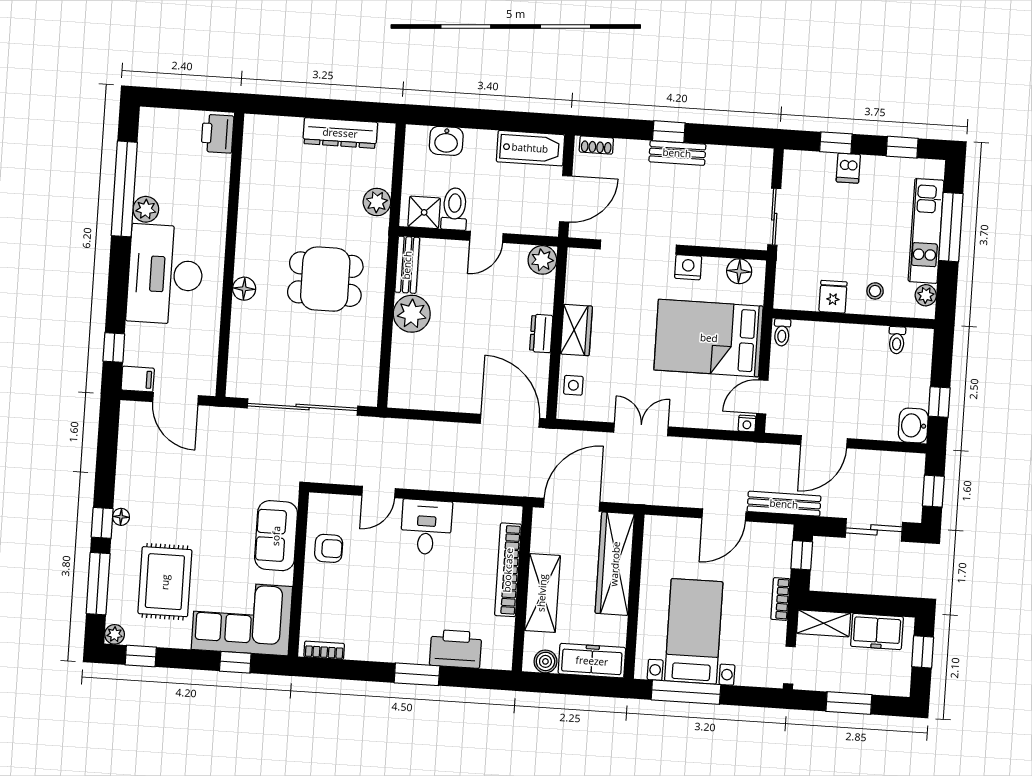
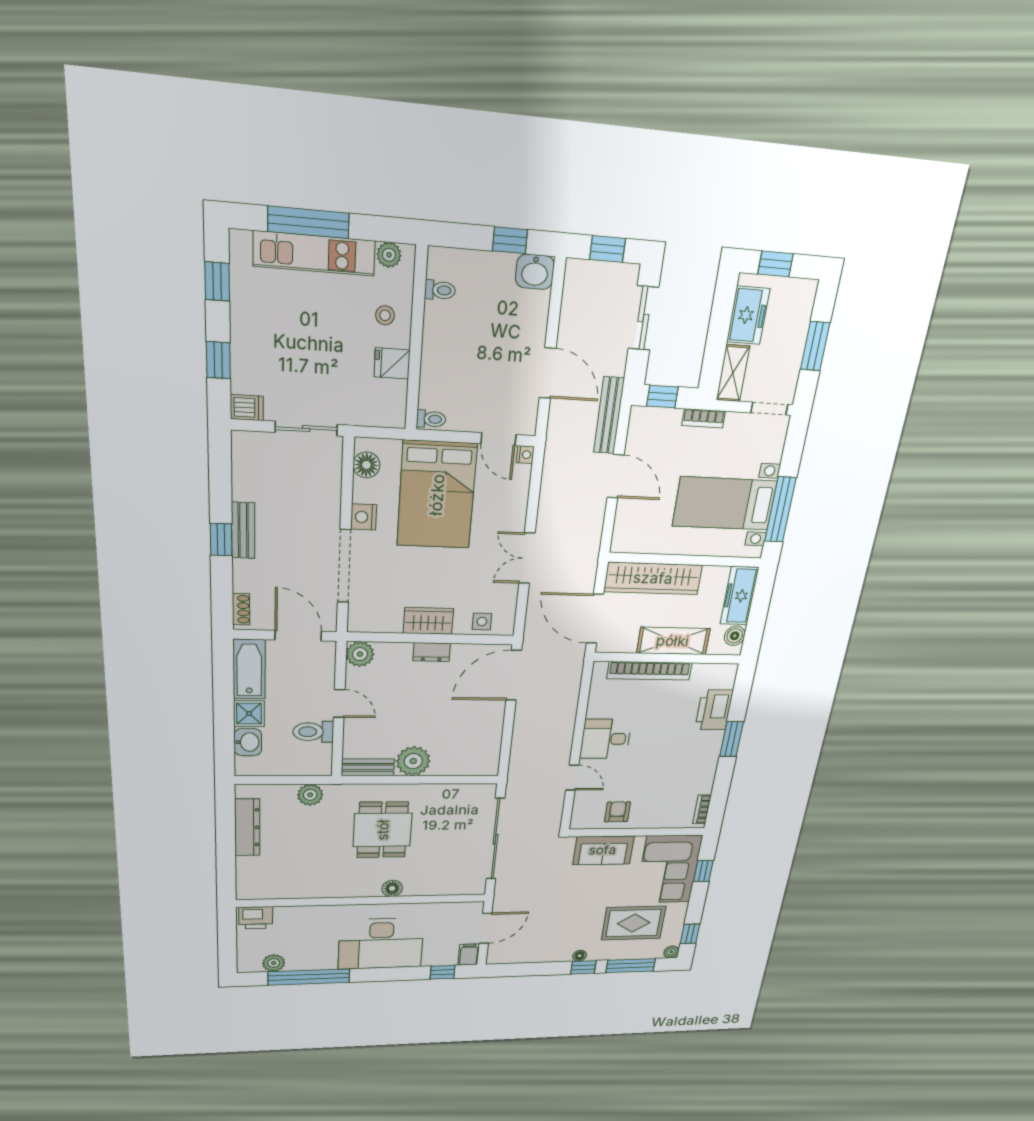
dishwasher: (848, 168) -> (247, 408), moved
plant: (146, 209) -> (274, 963), moved
shower: (424, 212) -> (249, 714), moved

